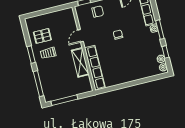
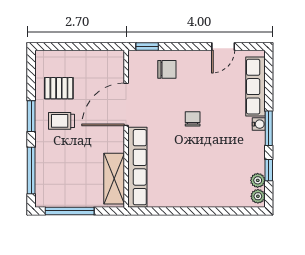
door: (80, 36) -> (126, 104), width x1.88
shelving: (80, 62) -> (114, 179), moved

